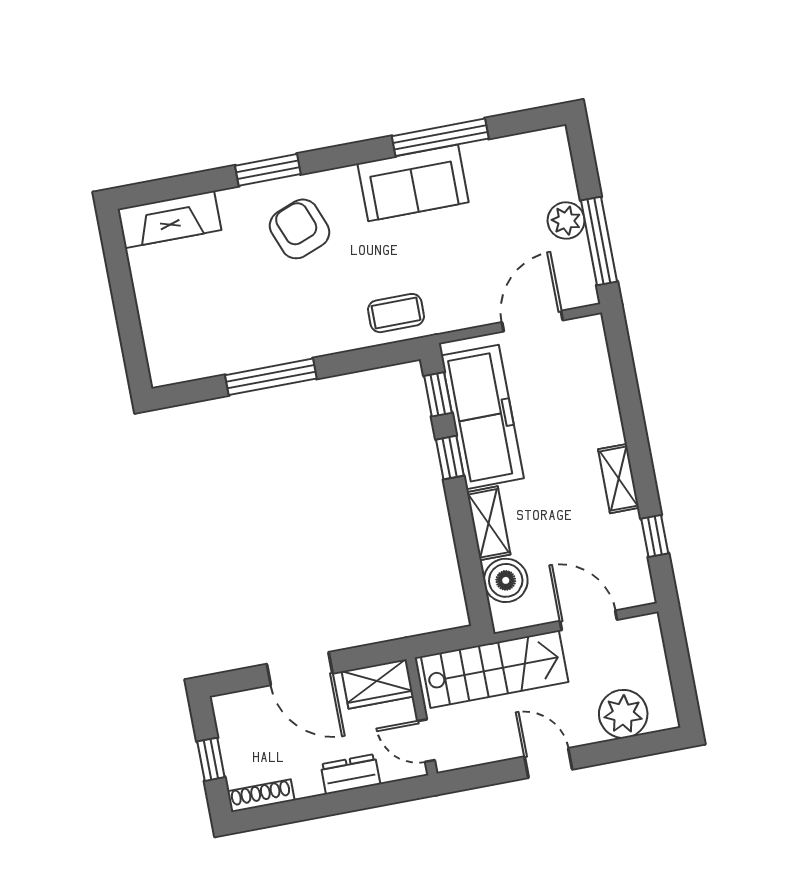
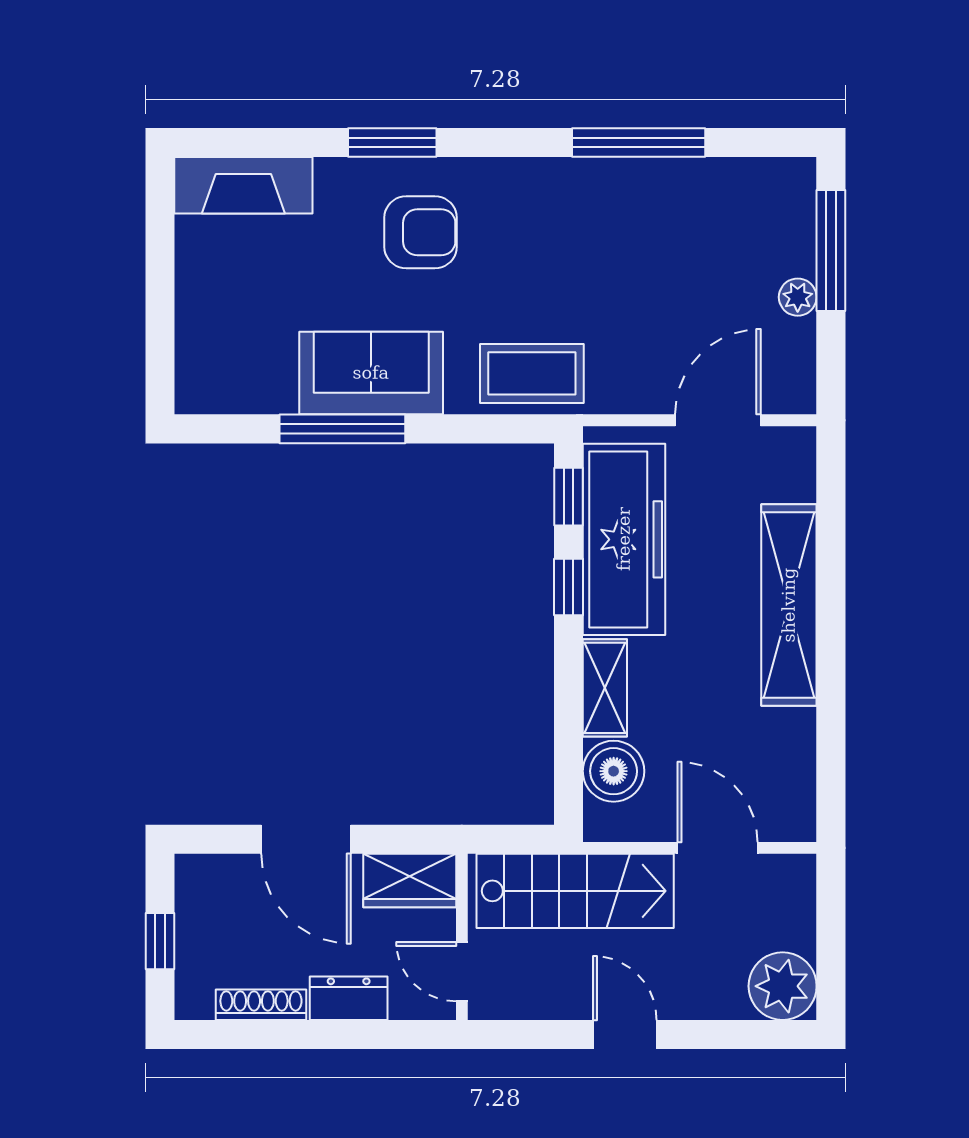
sofa: (413, 183) -> (371, 373), moved, turned 180
plant: (566, 221) -> (798, 297), width x0.73, depth x0.73
armchair: (299, 229) -> (421, 232), turned 111
window: (599, 241) -> (831, 250), moved
coffee table: (396, 313) -> (532, 373), width x1.36, depth x1.30
shelving: (619, 479) -> (789, 605), width x2.20, depth x1.33
window: (655, 536) -> (831, 749), removed
plant: (623, 714) -> (783, 986), moved
shoe rack: (261, 796) -> (261, 1005), moved

